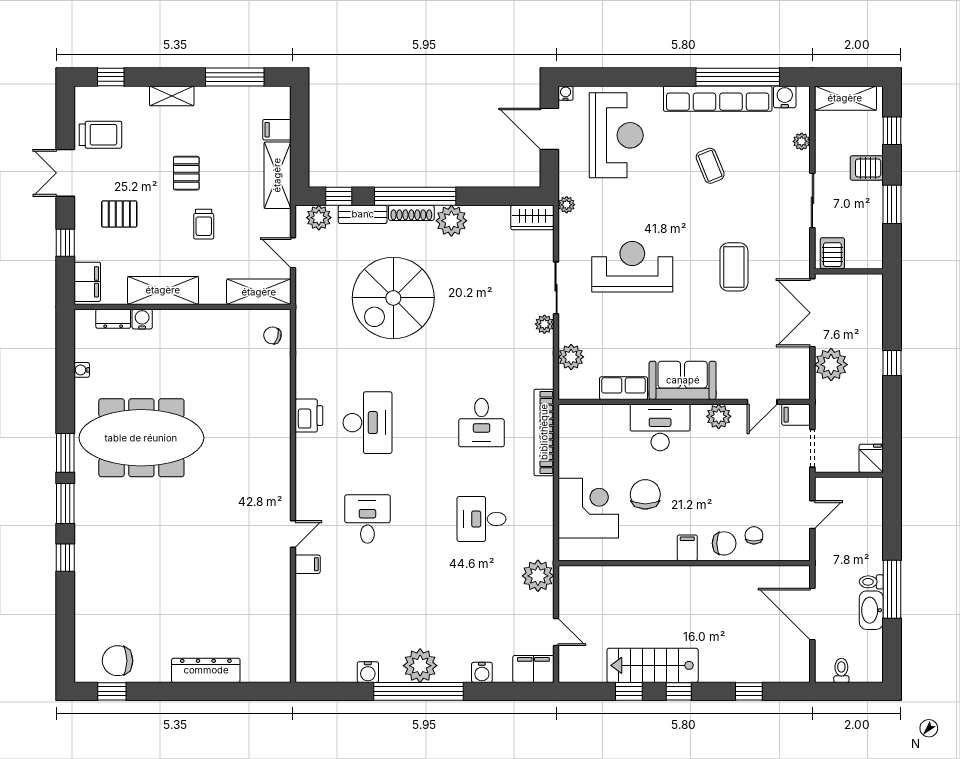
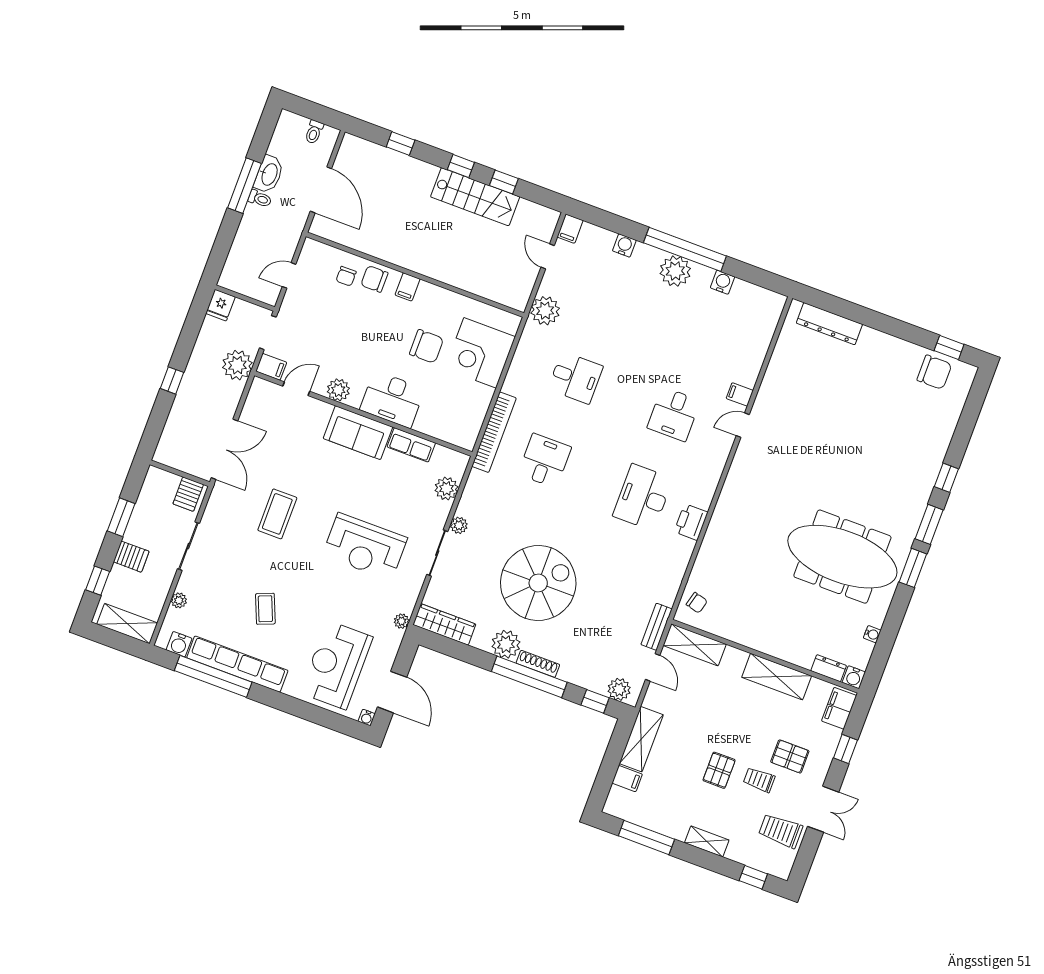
bench: (363, 214) -> (656, 627), moved, turned 90
wardrobe: (532, 218) -> (444, 624), width x1.50
trolley: (204, 224) -> (759, 780), moved, turned -90
spiral stairs: (393, 298) -> (538, 583), moved
water cooler: (142, 319) -> (854, 677), moved
plant: (831, 365) -> (237, 365), moved
chair: (645, 494) -> (427, 346), turned -90
filing cabinet: (533, 669) -> (570, 229), width x0.50
dresser: (206, 670) -> (829, 324), moved

